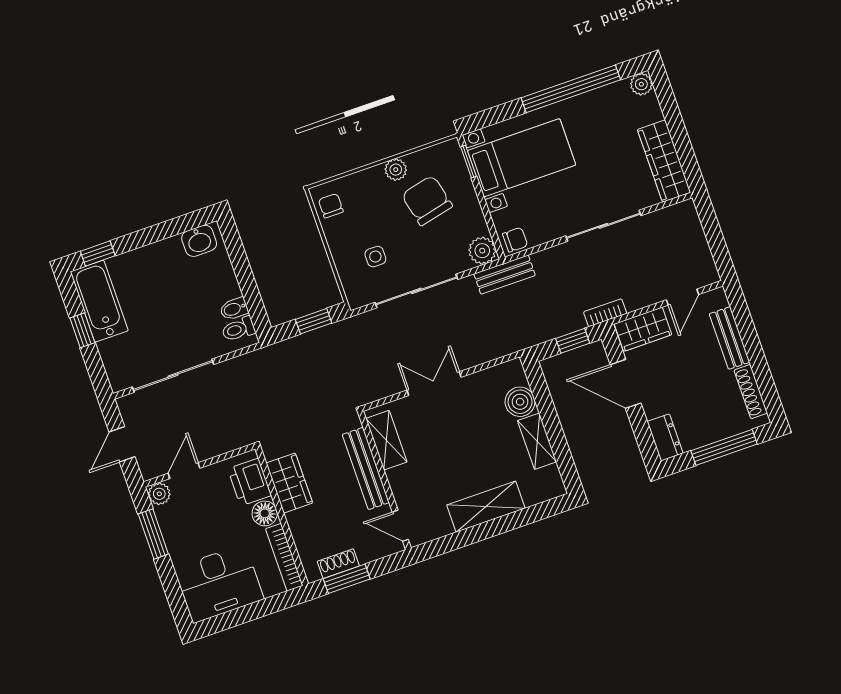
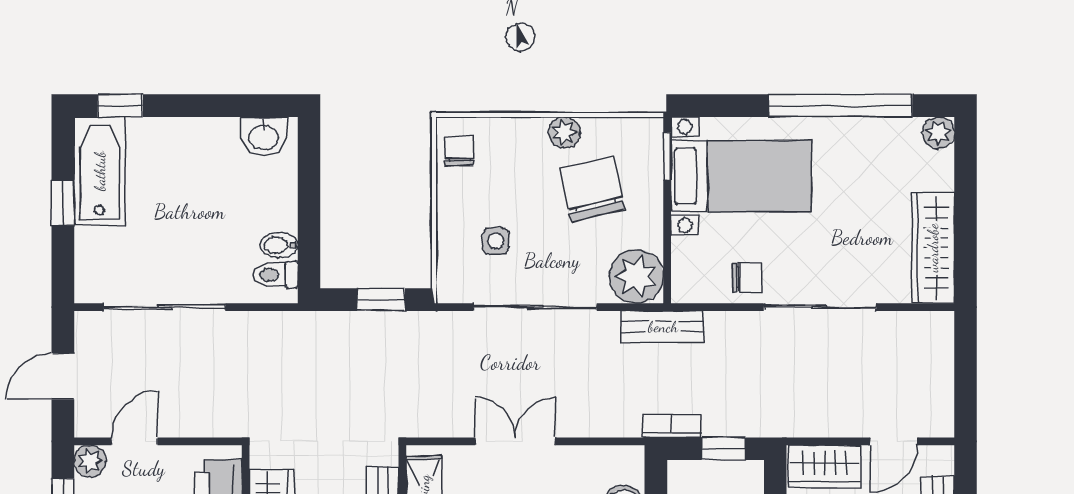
chair: (515, 240) -> (747, 277), moved
plant: (482, 251) -> (636, 276), width x1.36, depth x1.36
bookcase: (605, 313) -> (672, 426), moved

